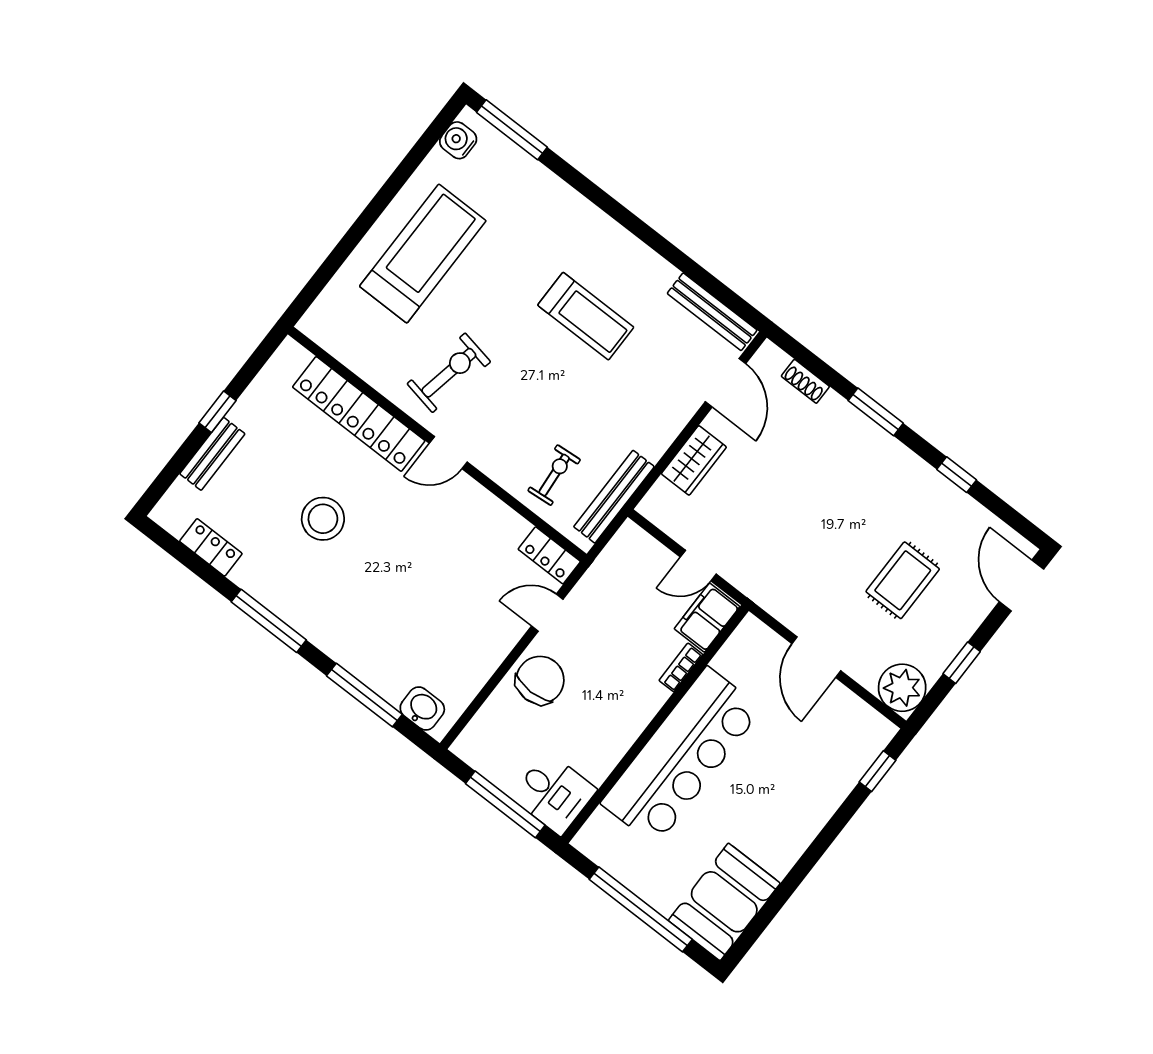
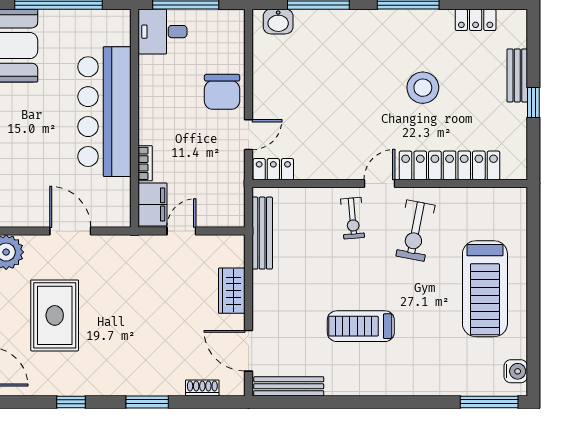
exercise bike: (554, 475) -> (353, 218), moved
rug: (903, 580) -> (55, 315), width x1.36, depth x1.43

